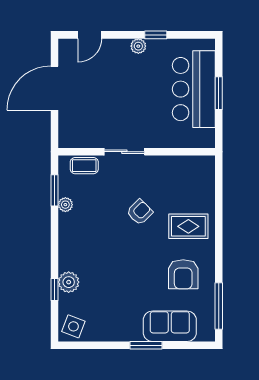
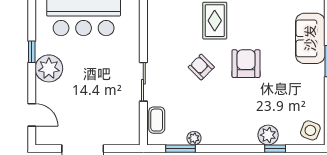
plant: (138, 46) -> (49, 68), width x1.87, depth x1.87
armchair: (183, 274) -> (246, 64), moved, turned -90

